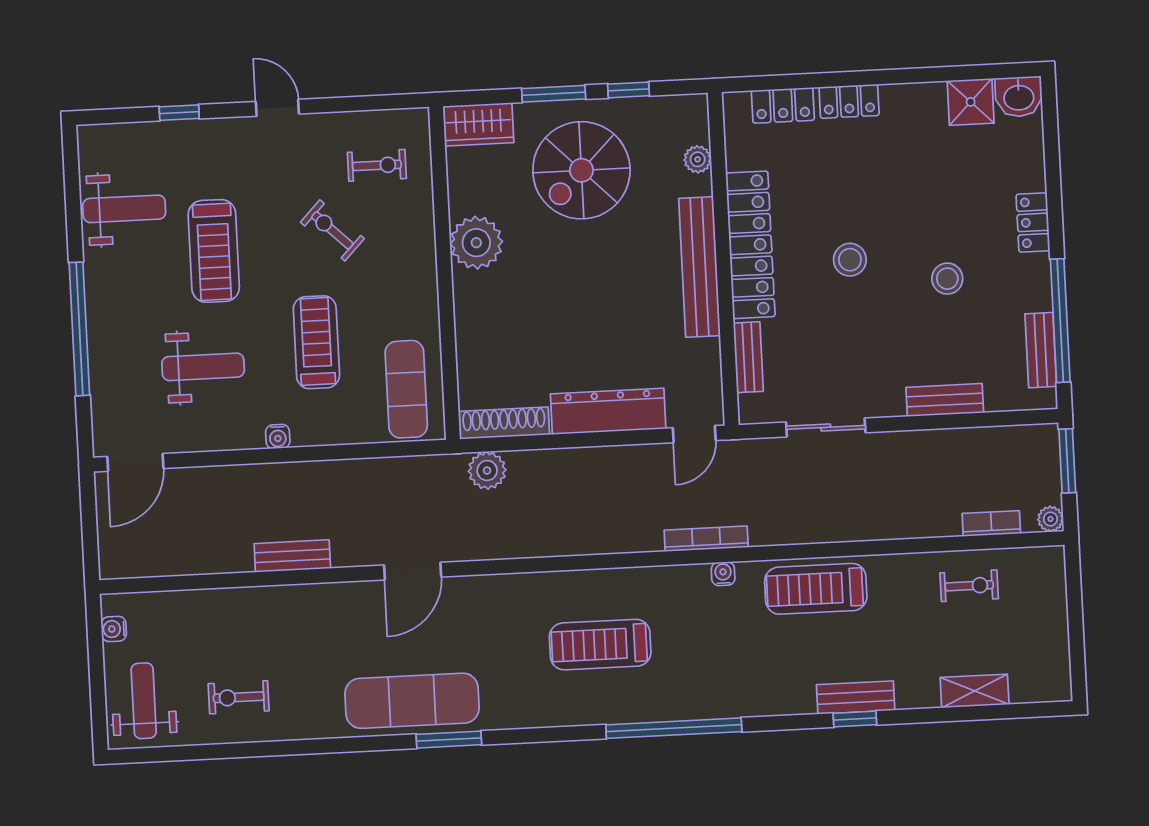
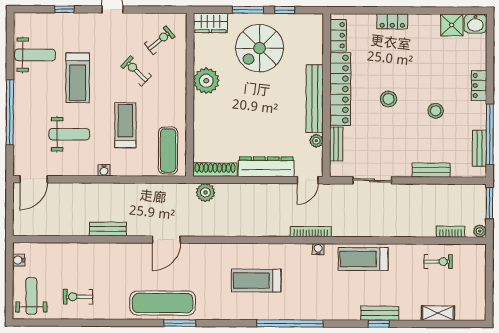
locker: (783, 105) -> (338, 35), moved, turned -90
plant: (698, 159) -> (316, 141), moved
exercise bike: (377, 165) -> (160, 40), turned -40

